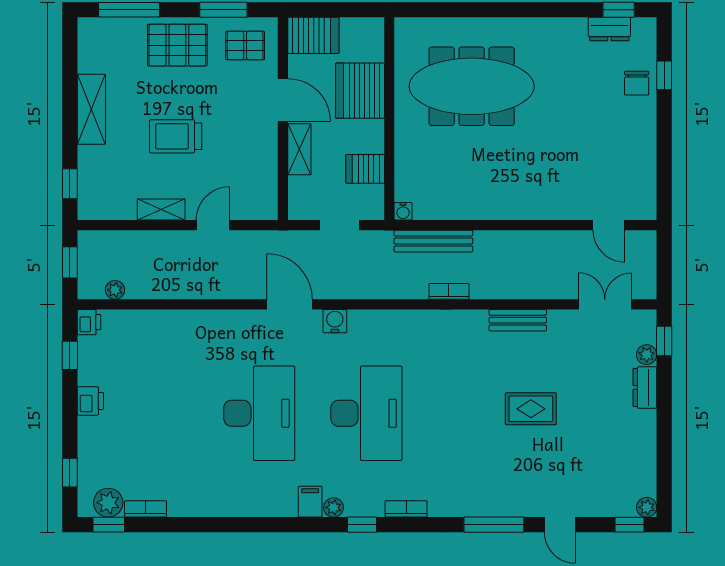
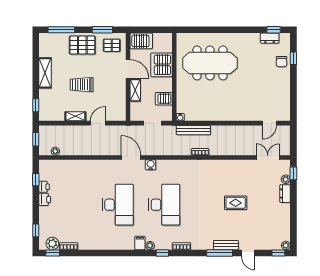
door: (609, 225) -> (269, 123), hinge flipped
bench: (518, 320) -> (226, 245), moved
printer: (89, 322) -> (44, 187), moved

